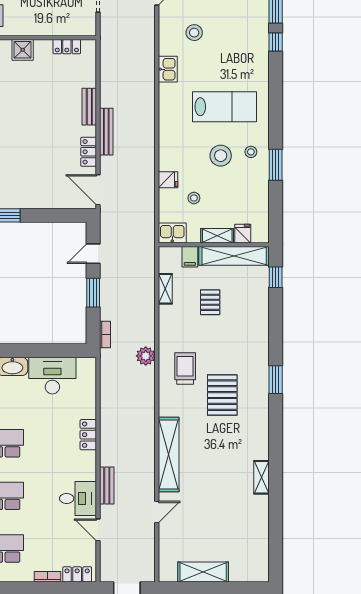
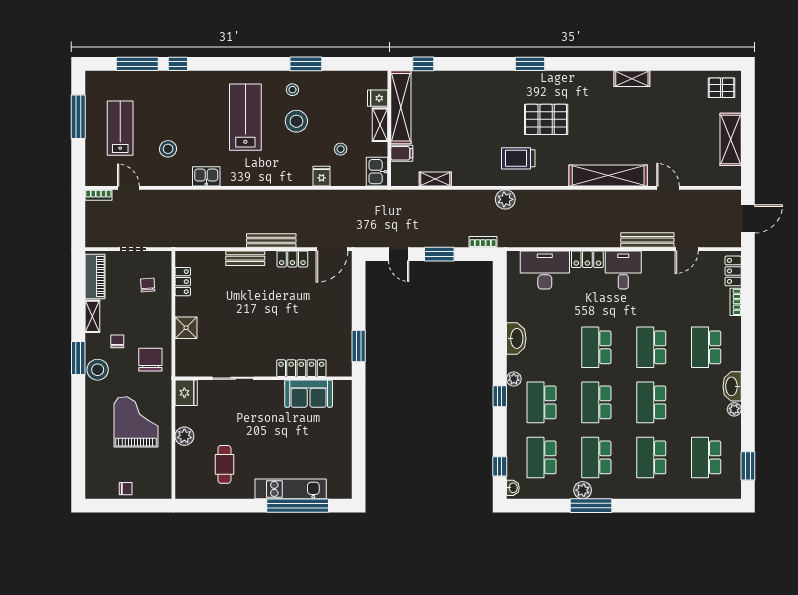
chair: (64, 13) -> (148, 285), added
pallet: (210, 302) -> (722, 88), moved
desk: (52, 376) -> (545, 270), moved, turned 90
bench: (107, 485) -> (647, 240), width x1.36
desk: (78, 498) -> (623, 270), moved

